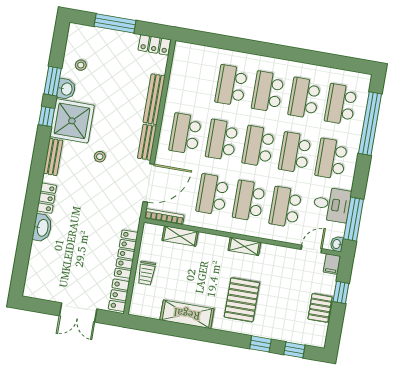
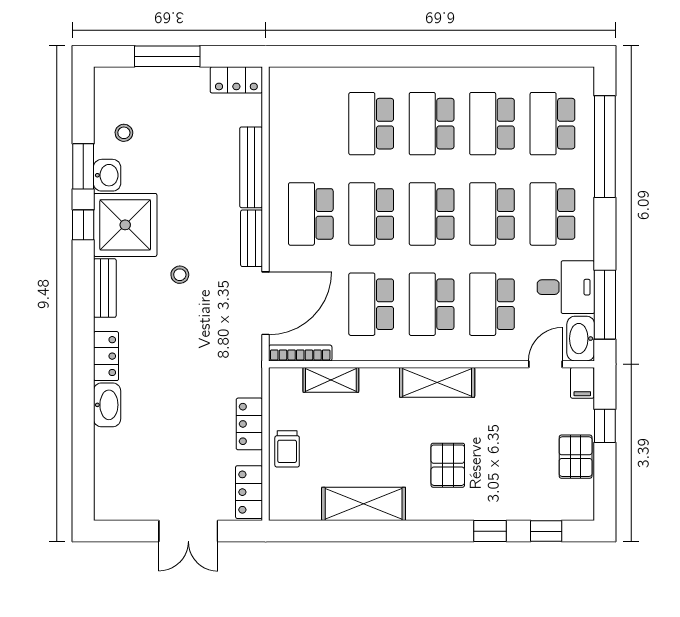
washbasin: (337, 244) -> (581, 339), width x1.91, depth x1.45
shelving: (244, 246) -> (437, 382), width x1.50, depth x1.33
locker: (126, 254) -> (249, 424), width x0.66
pallet: (242, 300) -> (448, 465), width x0.67, depth x0.71

